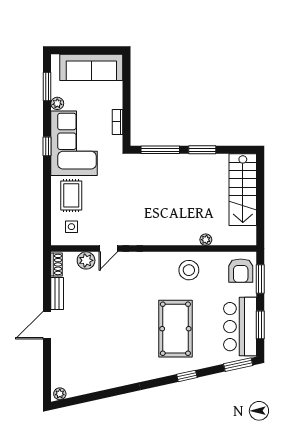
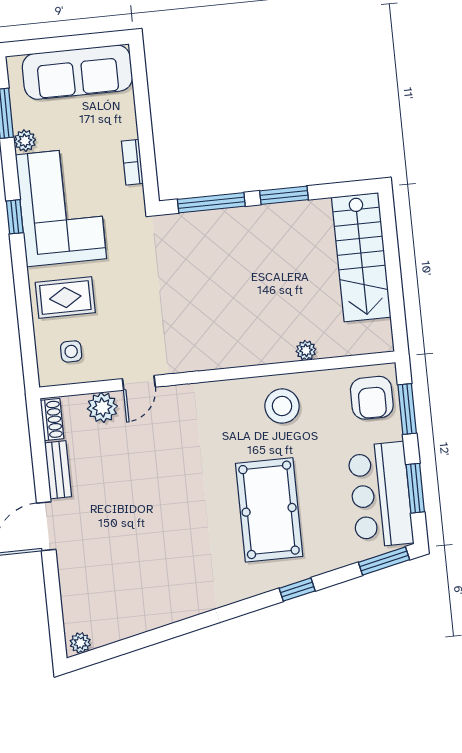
rug: (71, 195) -> (65, 298), turned 90

